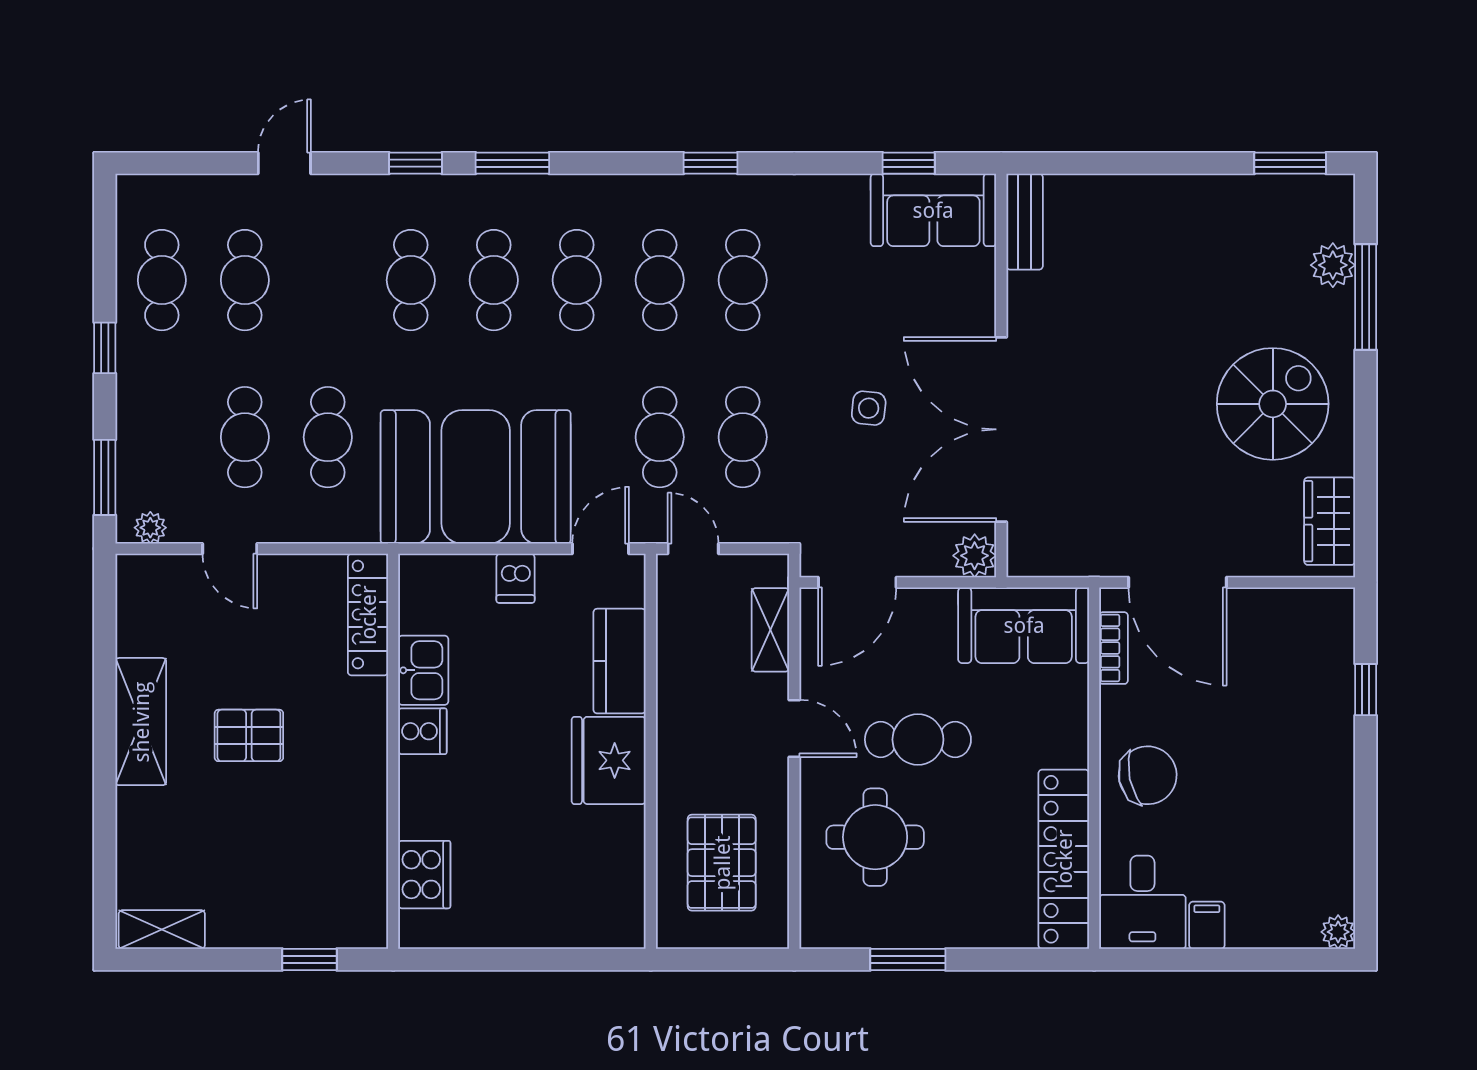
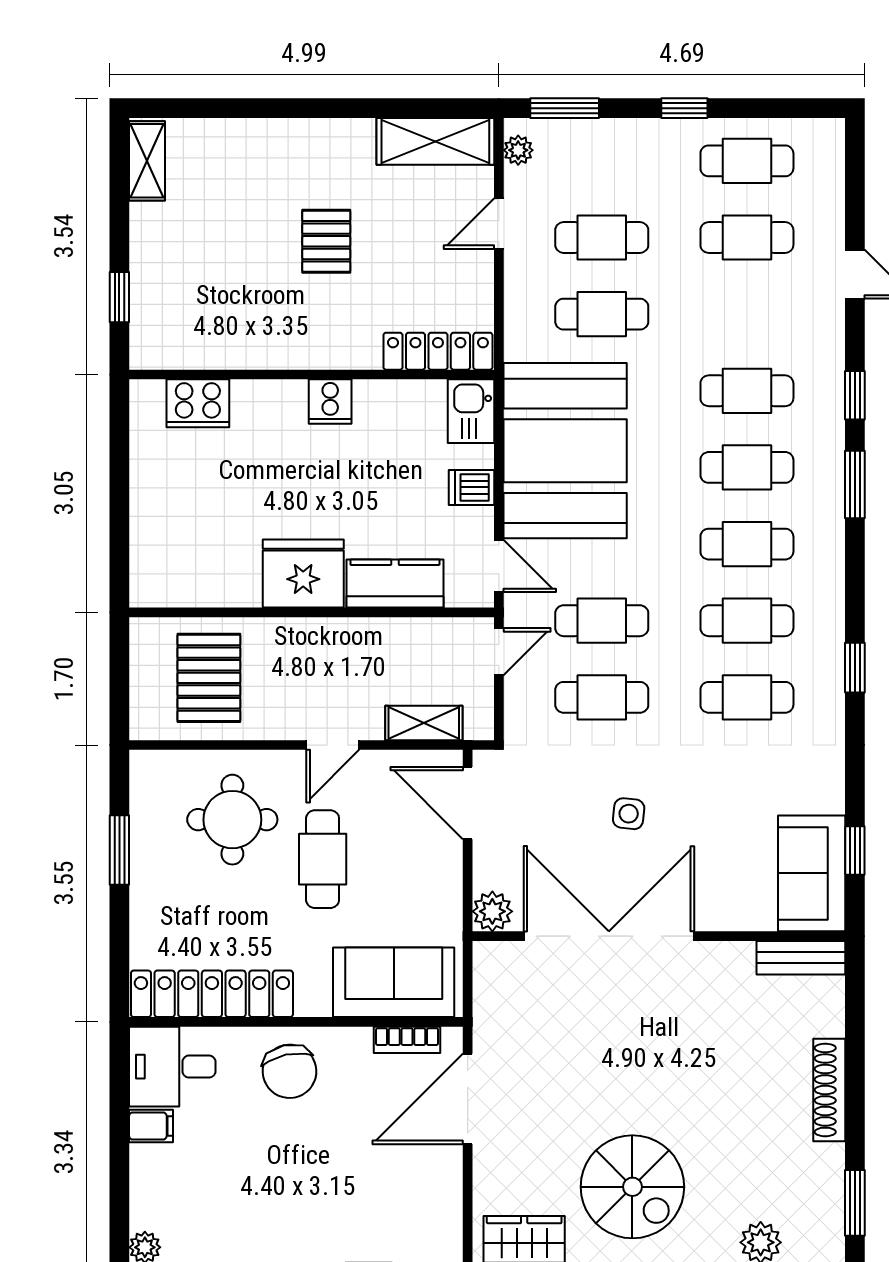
shoe rack: (1168, 191) -> (829, 1090), added
sofa: (1024, 625) -> (394, 982), moved, turned 90
kitchen sink: (423, 670) -> (471, 411), moved, turned 90
shelving: (141, 722) -> (435, 141), moved
pallet: (722, 863) -> (209, 678), turned 90

